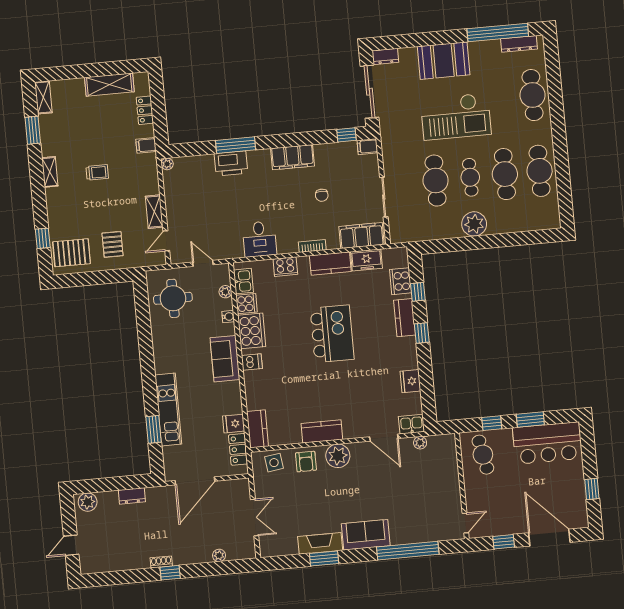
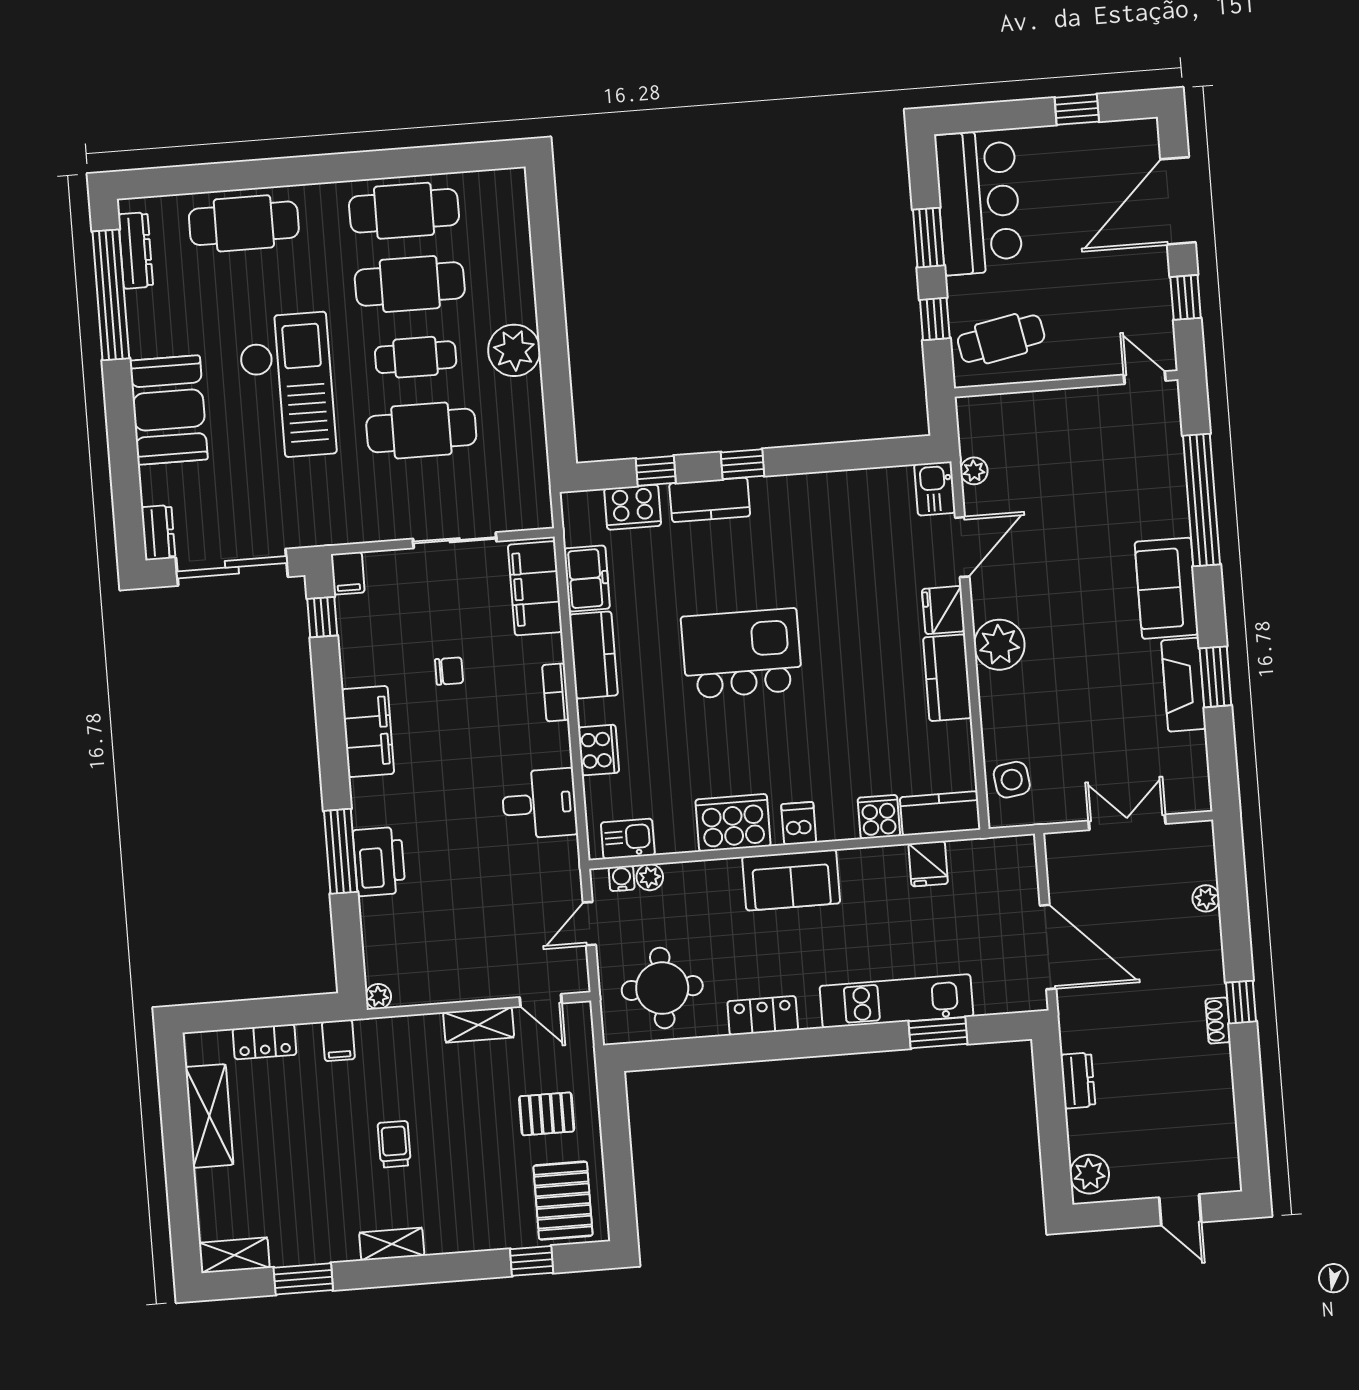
cooker: (247, 304) -> (879, 817), moved
water cooler: (228, 317) -> (622, 878), moved
fridge: (410, 381) -> (943, 610), moved, turned 90
locker: (238, 449) -> (763, 1016), moved, turned 180
armchair: (306, 462) -> (1010, 712), removed

